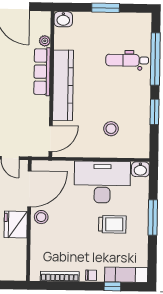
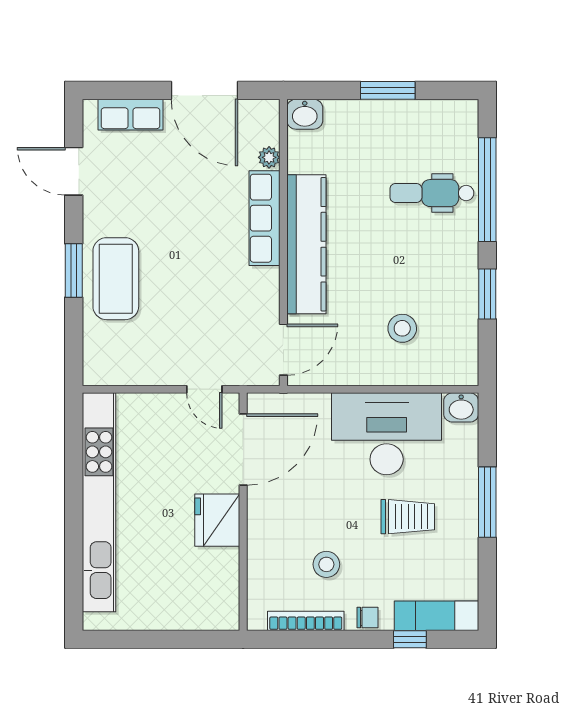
stool: (41, 217) -> (326, 564), moved

